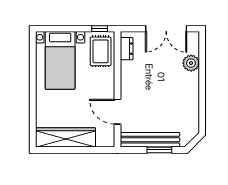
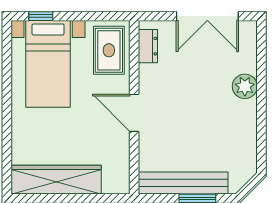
window: (100, 29) -> (41, 16), moved
plant: (191, 63) -> (245, 86), moved
door: (117, 112) -> (134, 113), moved

